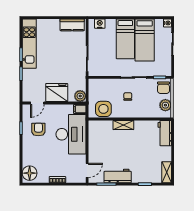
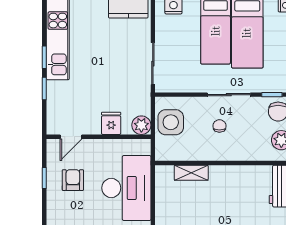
fridge: (57, 93) -> (111, 123), width x0.53, depth x0.75
filing cabinet: (80, 109) -> (141, 146), removed
side table: (103, 109) -> (171, 122), moved
shelving: (123, 125) -> (191, 173), moved

